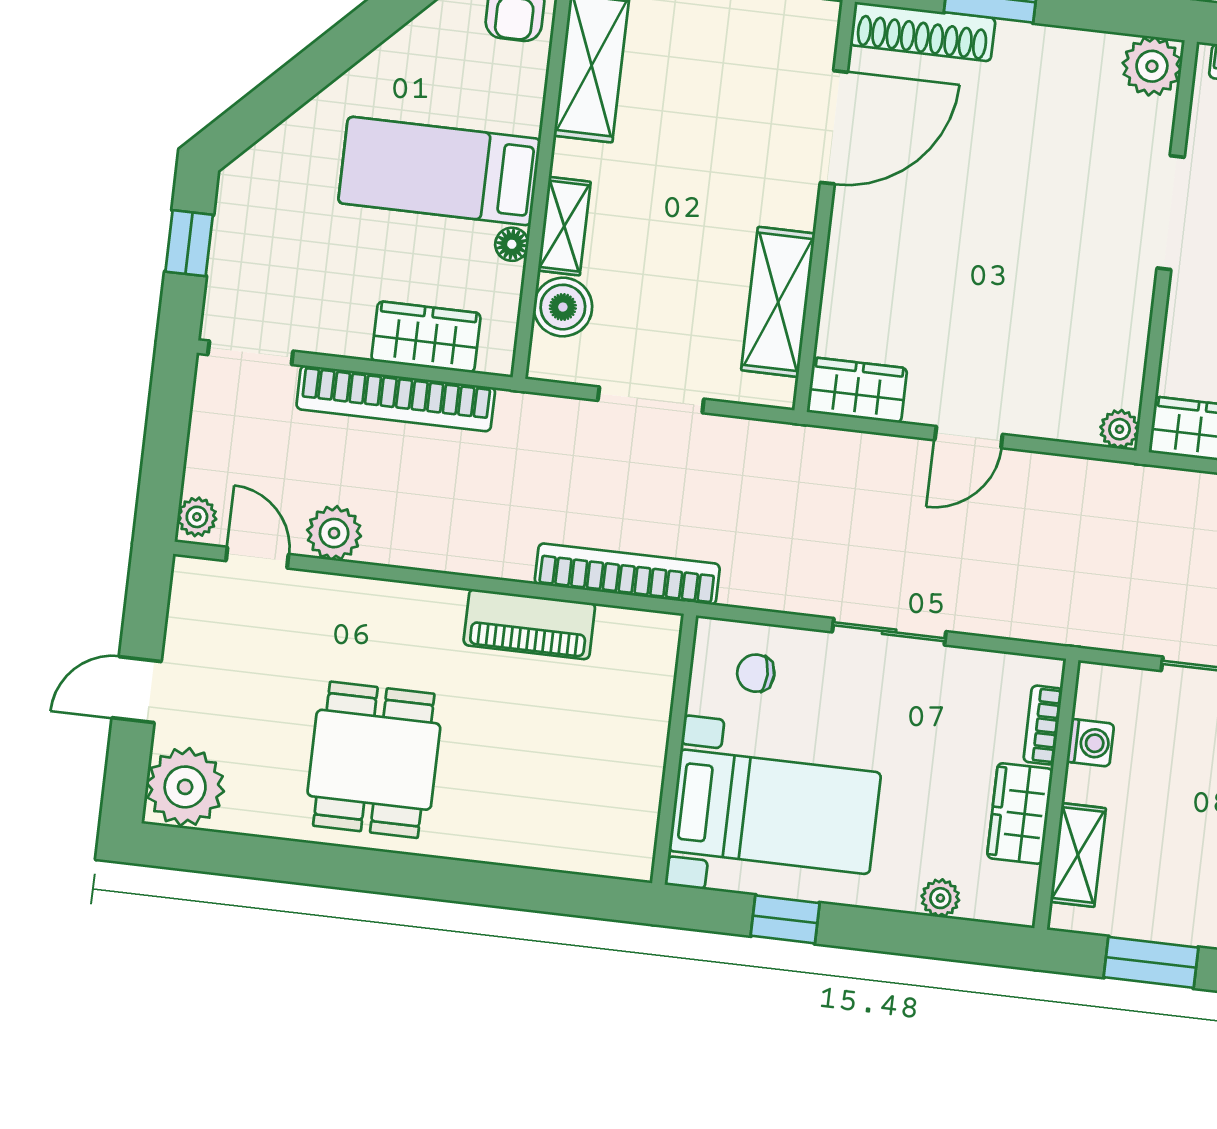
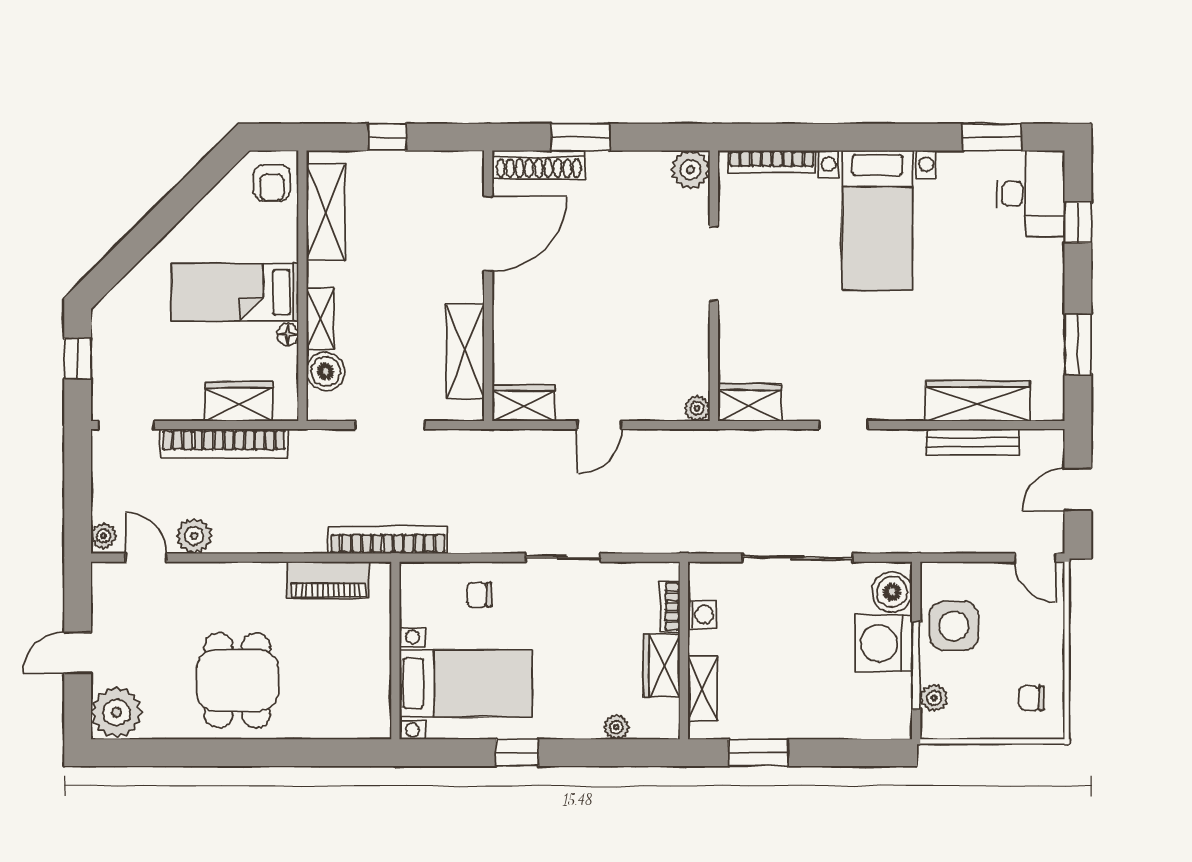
wall: (674, 749) -> (395, 651), moved
bed with nightstands: (775, 812) -> (466, 683), moved

